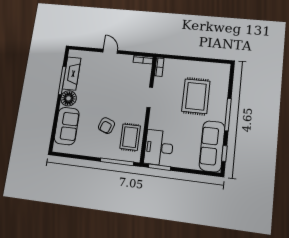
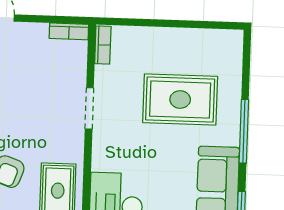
rug: (196, 96) -> (180, 100), turned 90

